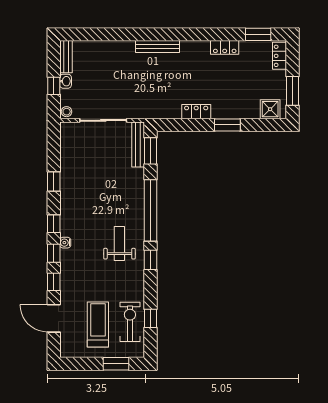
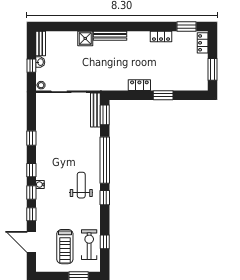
shower: (270, 109) -> (85, 38), moved
treadmill: (98, 324) -> (65, 247), turned 180

